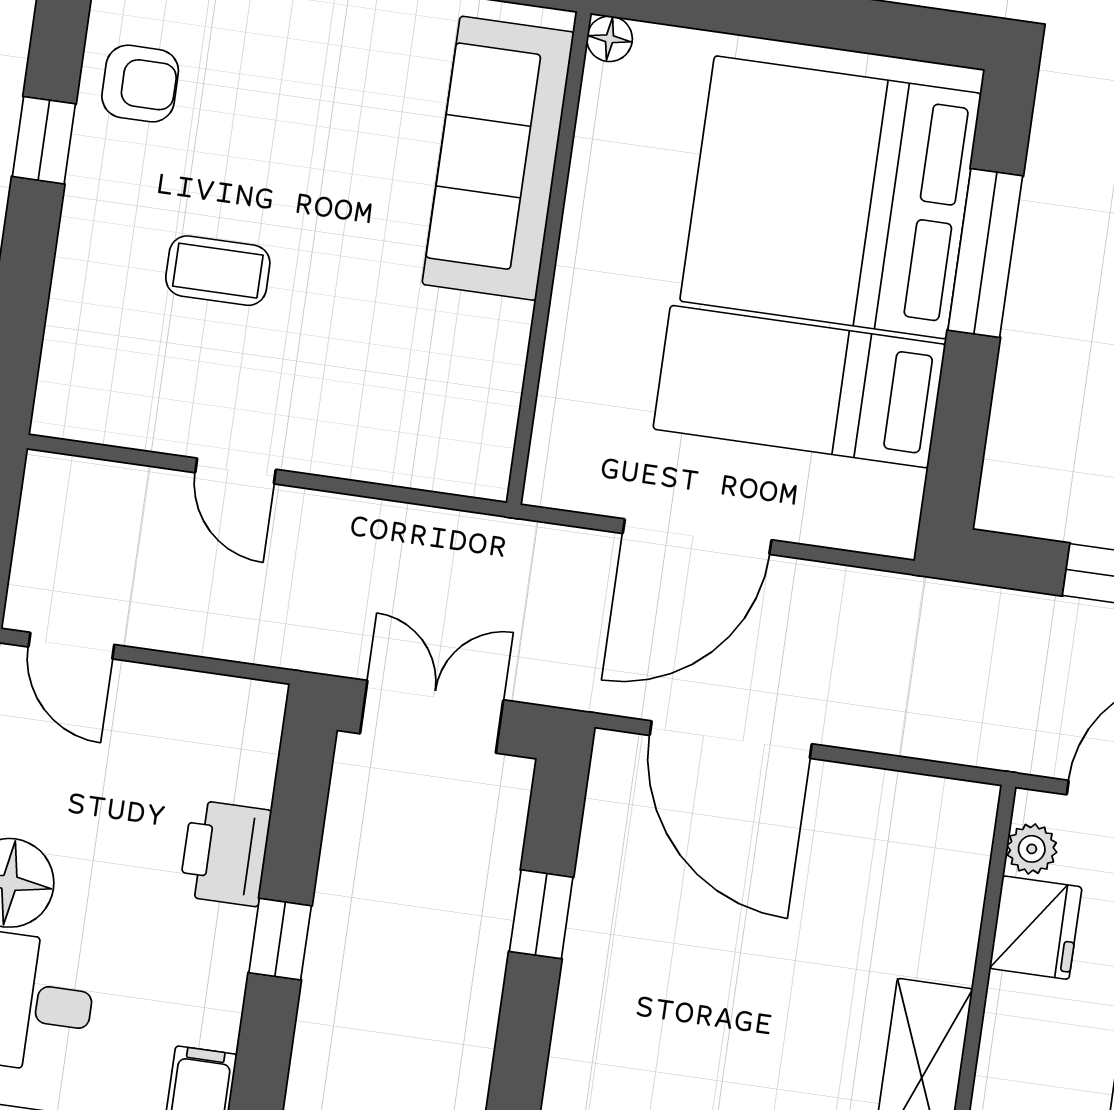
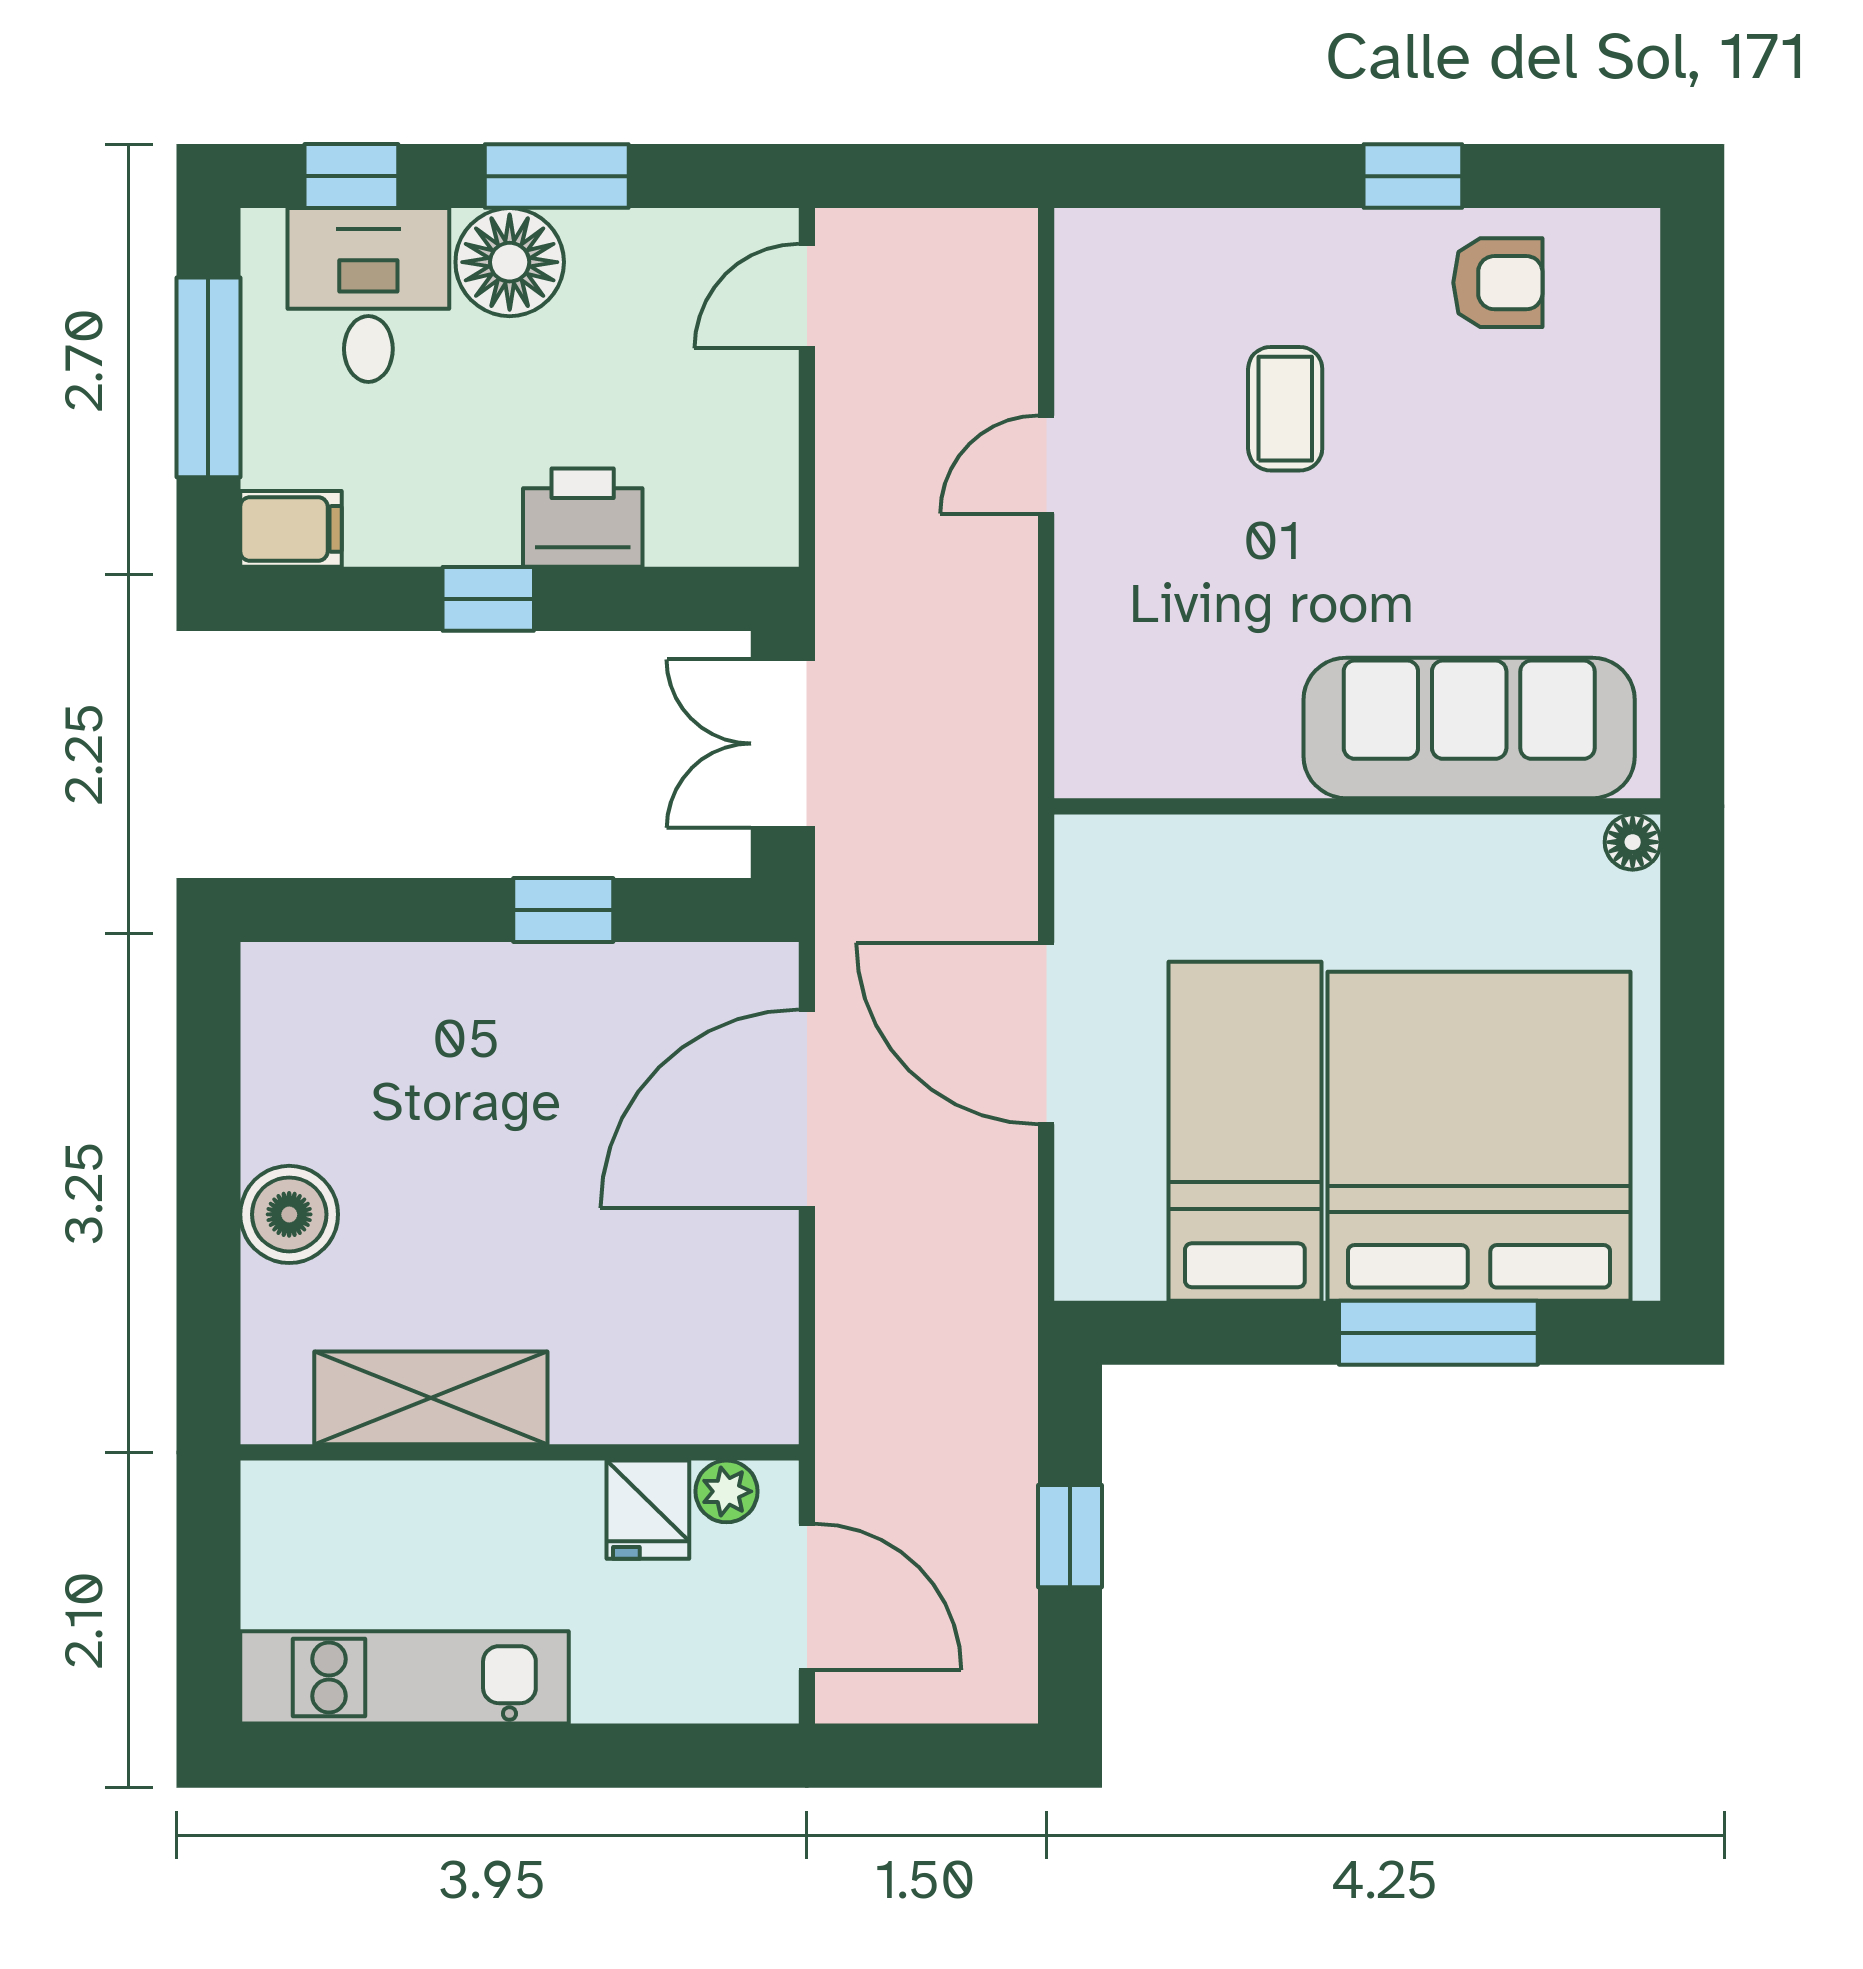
armchair: (140, 84) -> (1498, 283), turned -90
double door: (432, 717) -> (783, 744), swing flipped
fridge: (1036, 928) -> (648, 1510), width x0.72

